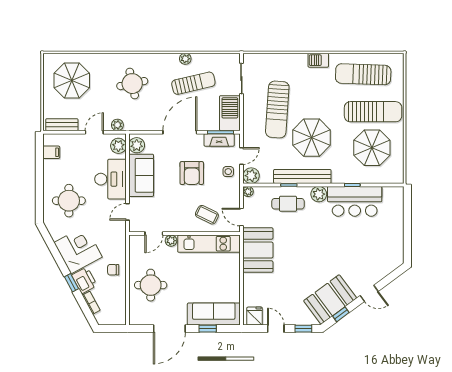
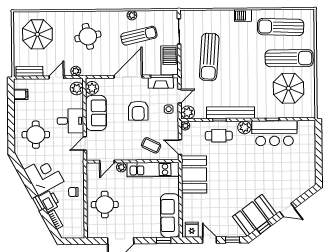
parasol: (312, 138) -> (238, 80), removed
desk: (110, 179) -> (70, 121), width x0.73
sofa: (214, 314) -> (170, 216), moved, turned -90
window: (208, 329) -> (164, 240), moved

